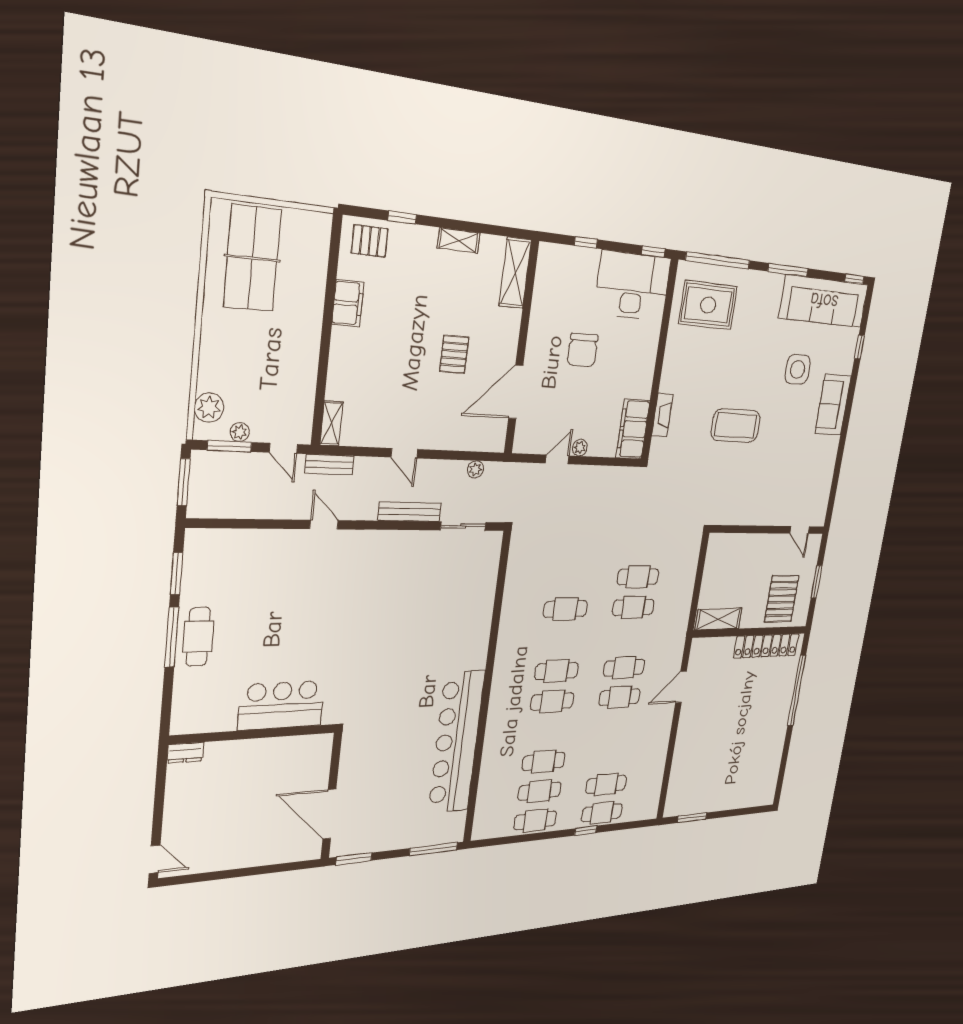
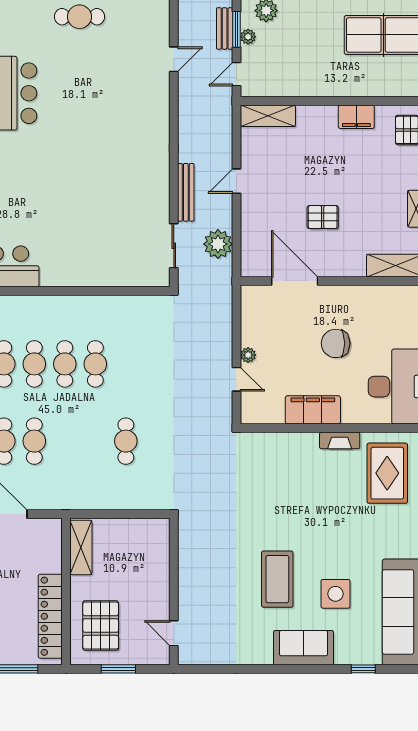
fireplace: (662, 415) -> (340, 440), moved
shelving: (331, 423) -> (268, 116), width x1.50, depth x1.33
coffee table: (736, 425) -> (277, 579), moved
filing cabinet: (633, 429) -> (313, 410), moved
door: (557, 459) -> (236, 379), moved
bench: (330, 465) -> (225, 28), moved
plant: (475, 469) -> (218, 244), width x1.88, depth x1.88
door: (324, 525) -> (174, 59), moved
door: (800, 530) -> (174, 633), hinge flipped
pallet: (782, 599) -> (101, 626), turned 90
cafe table: (633, 607) -> (65, 364), moved

